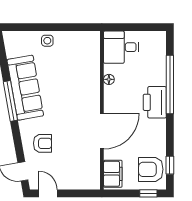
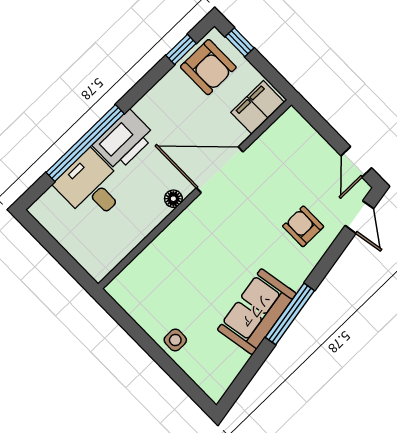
desk: (121, 47) -> (91, 186), moved, turned 180
floor lamp: (109, 79) -> (173, 199), moved
sofa: (25, 88) -> (257, 312), width x0.73

